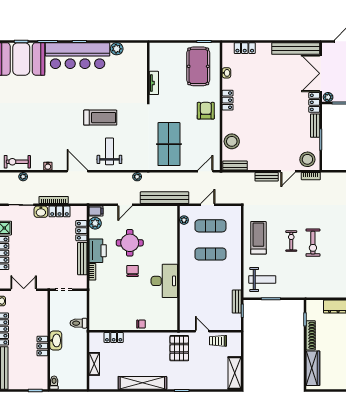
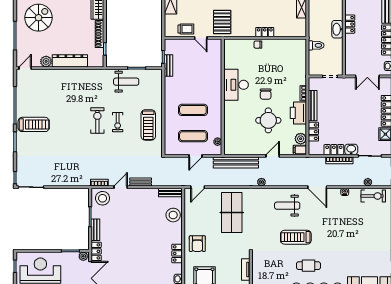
cafe table: (87, 87) -> (308, 266), added
weight bench: (109, 151) -> (287, 206), turned 90
weight bench: (262, 279) -> (126, 82), moved, turned 180
locker: (114, 337) -> (265, 32), moved

